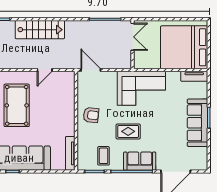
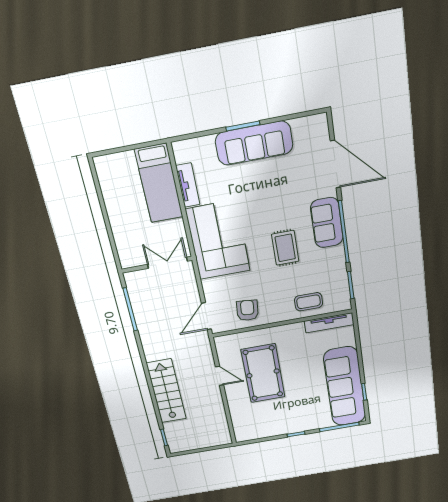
double door: (133, 37) -> (167, 263), moved
bed: (184, 47) -> (159, 183), width x0.49
tv unit: (194, 76) -> (188, 185), moved
pool table: (17, 105) -> (263, 373), moved, turned 90
armchair: (91, 115) -> (247, 310), moved
coffee table: (103, 156) -> (309, 302), moved

